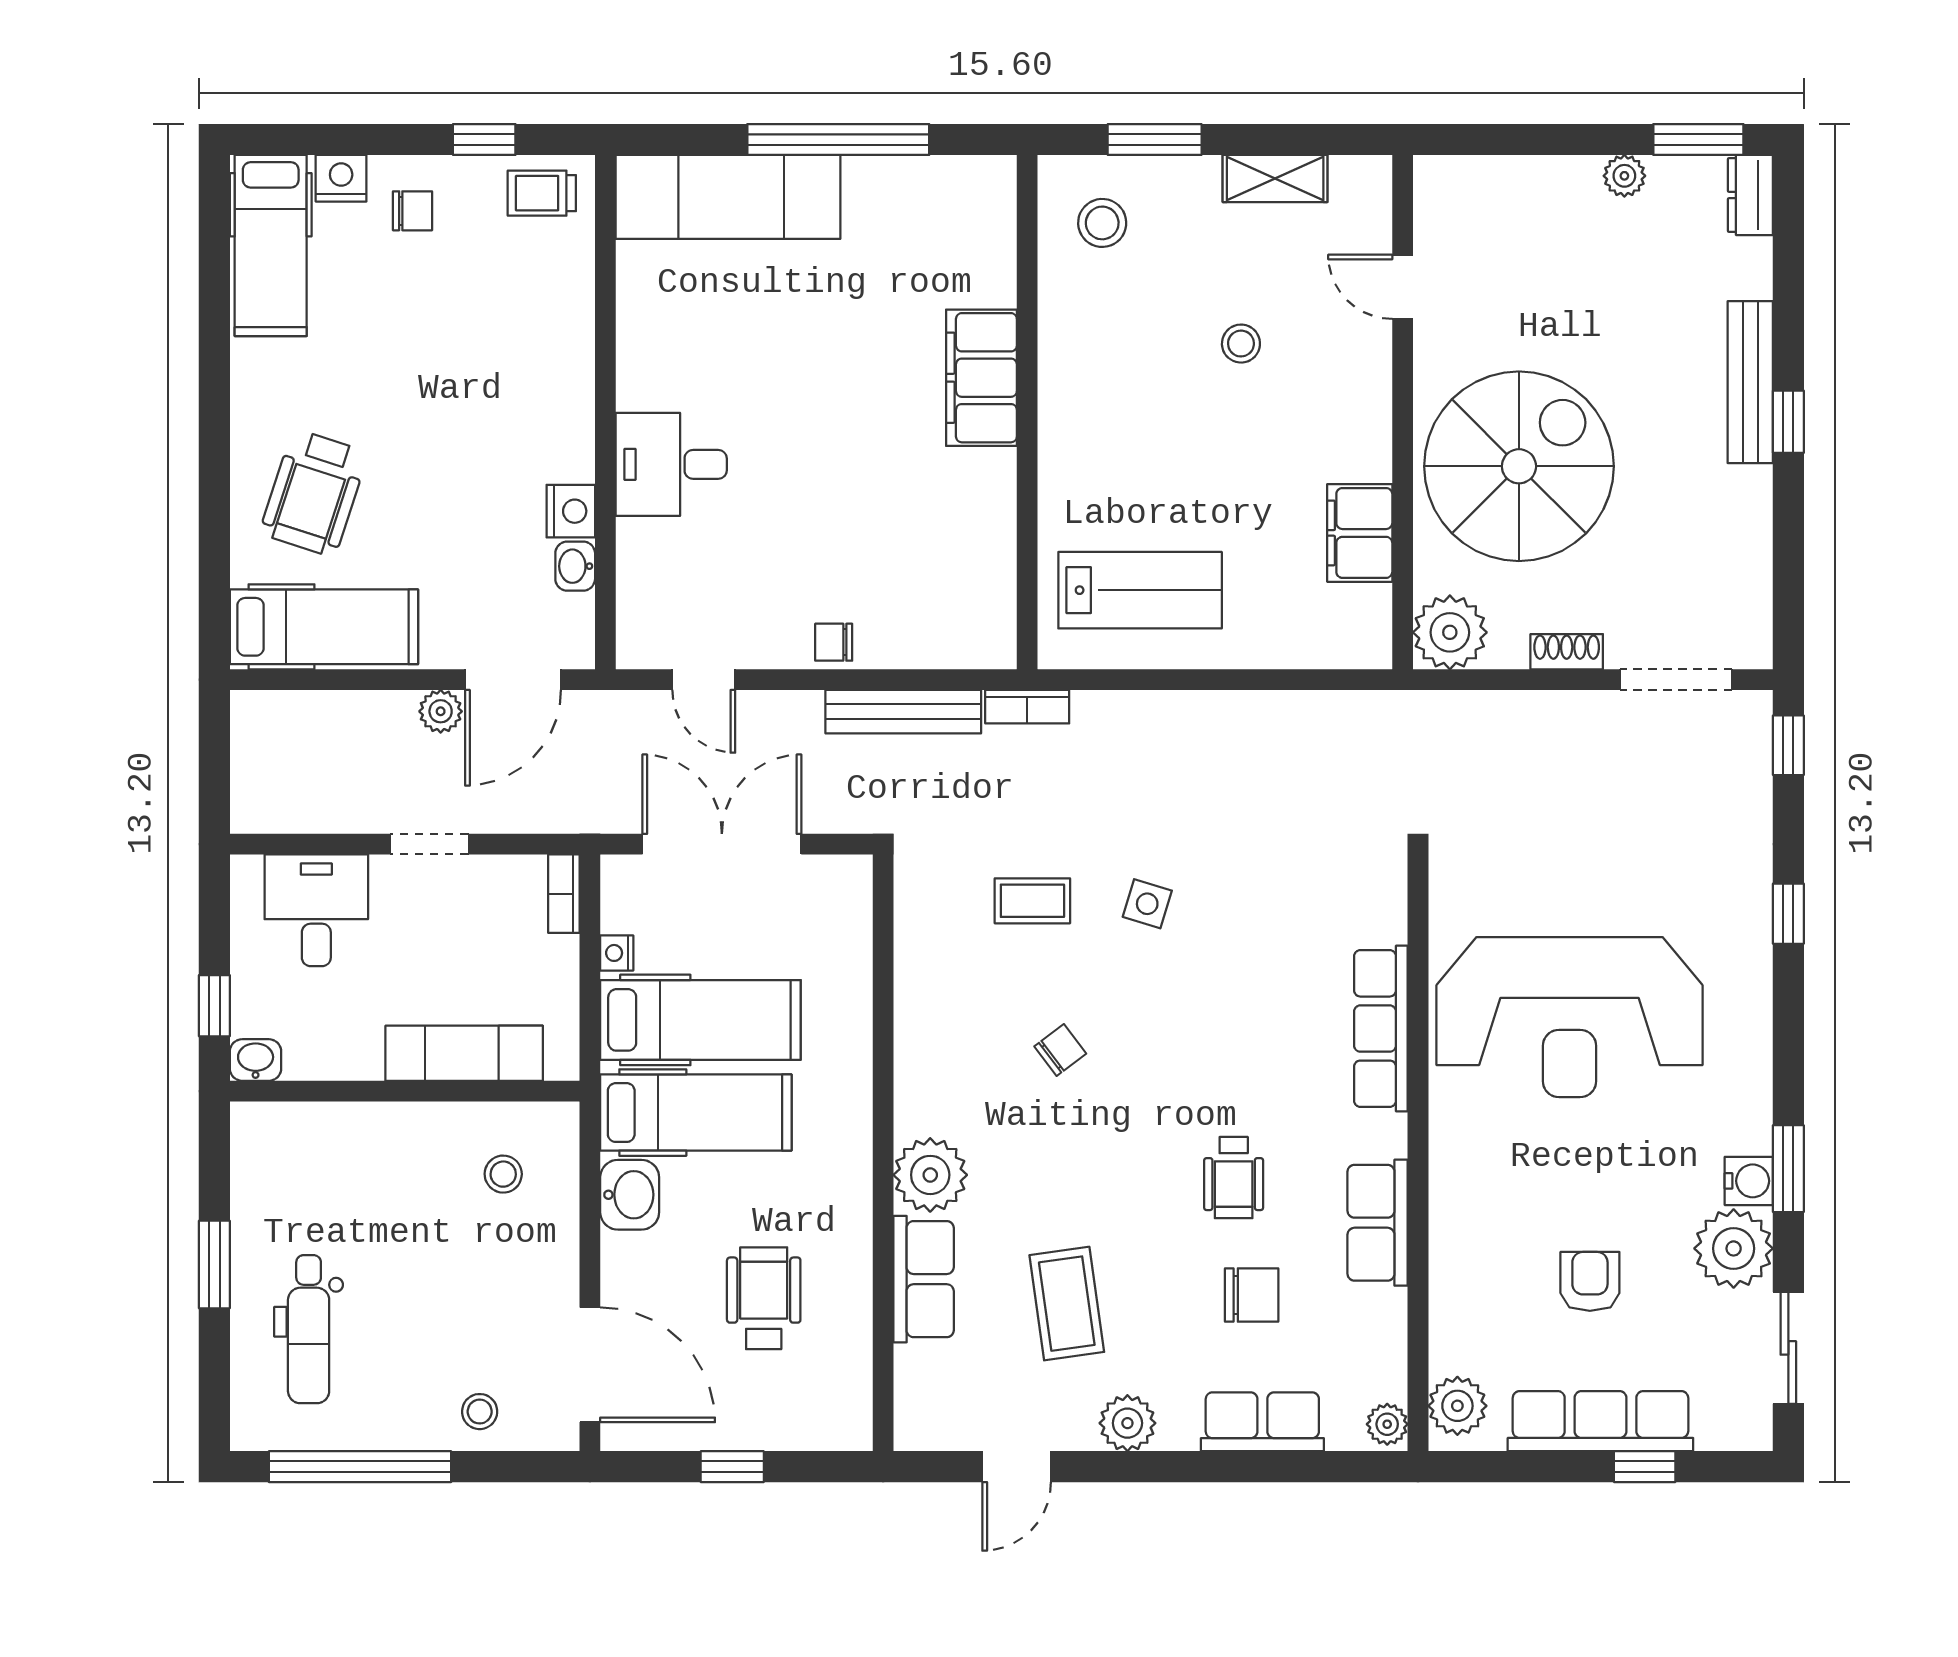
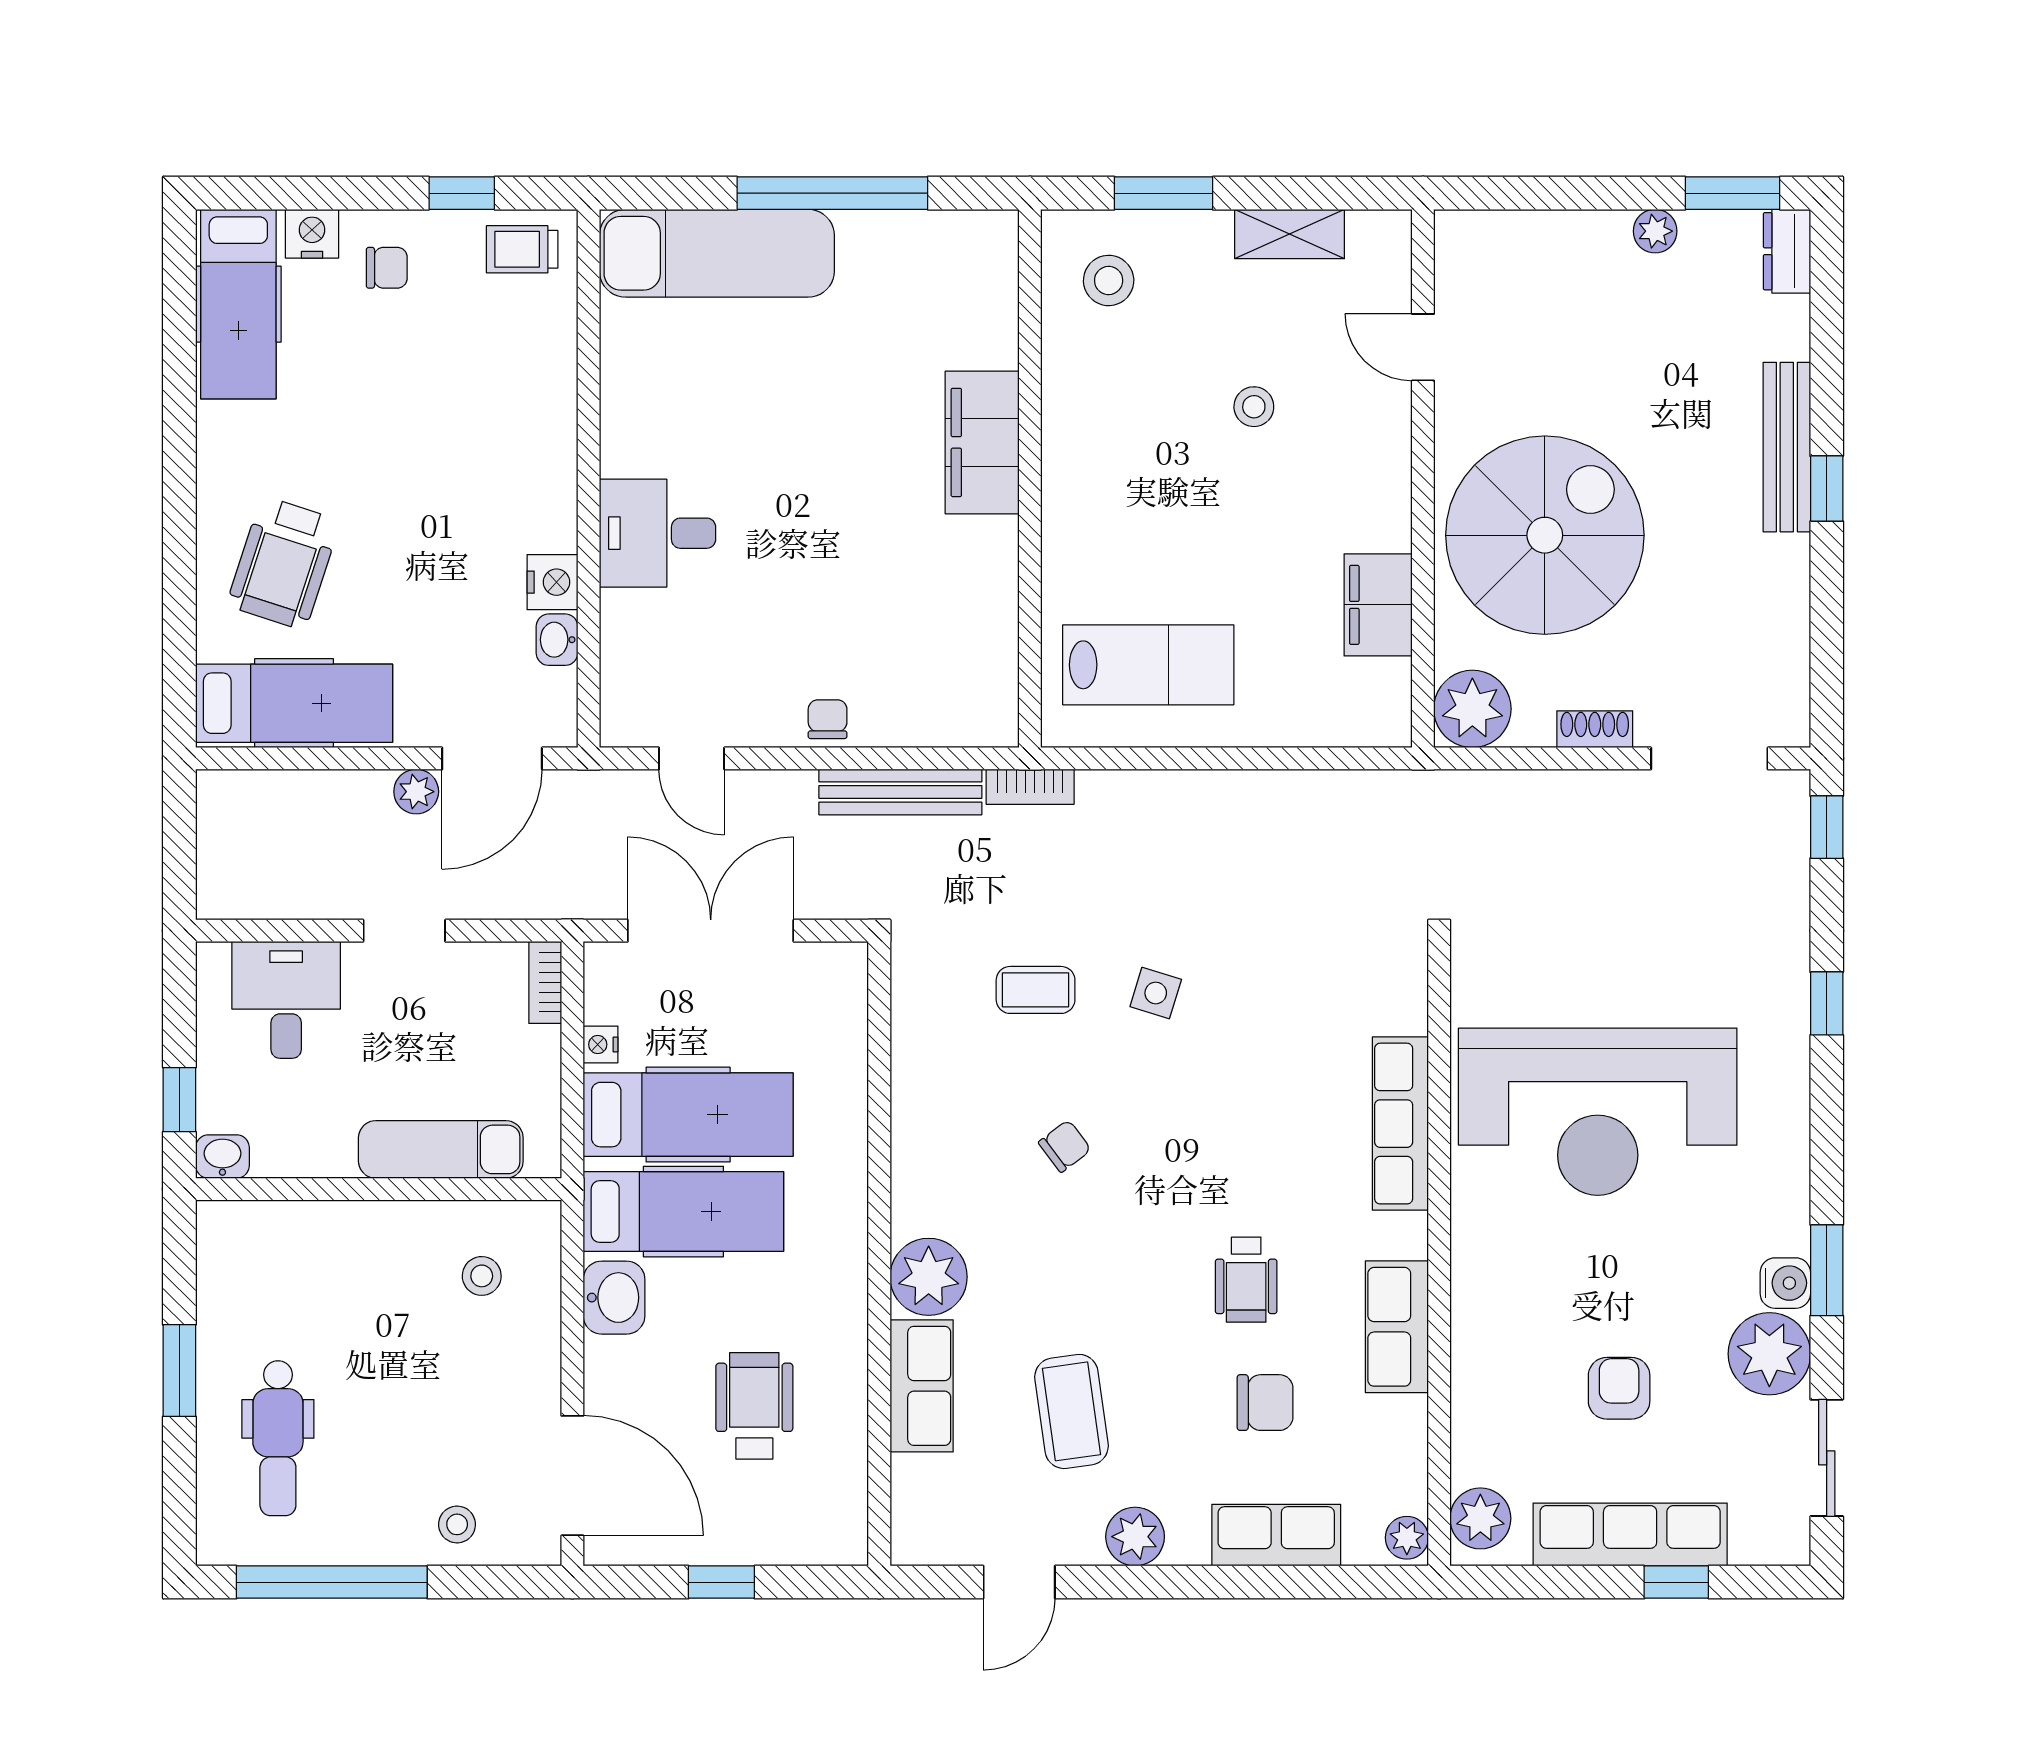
chair: (834, 642) -> (828, 719), turned 90

